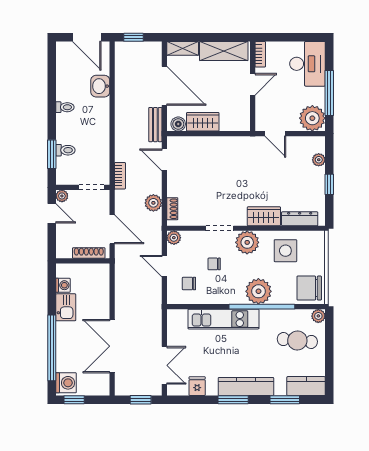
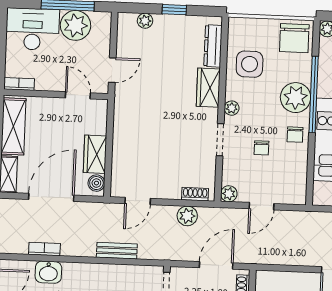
door: (253, 84) -> (78, 95), moved
plant: (312, 118) -> (75, 25), moved
bench: (155, 125) -> (117, 251), moved
bookcase: (120, 176) -> (44, 249), moved
plant: (247, 242) -> (232, 108), width x0.53, depth x0.53
chair: (189, 283) -> (295, 135), moved

